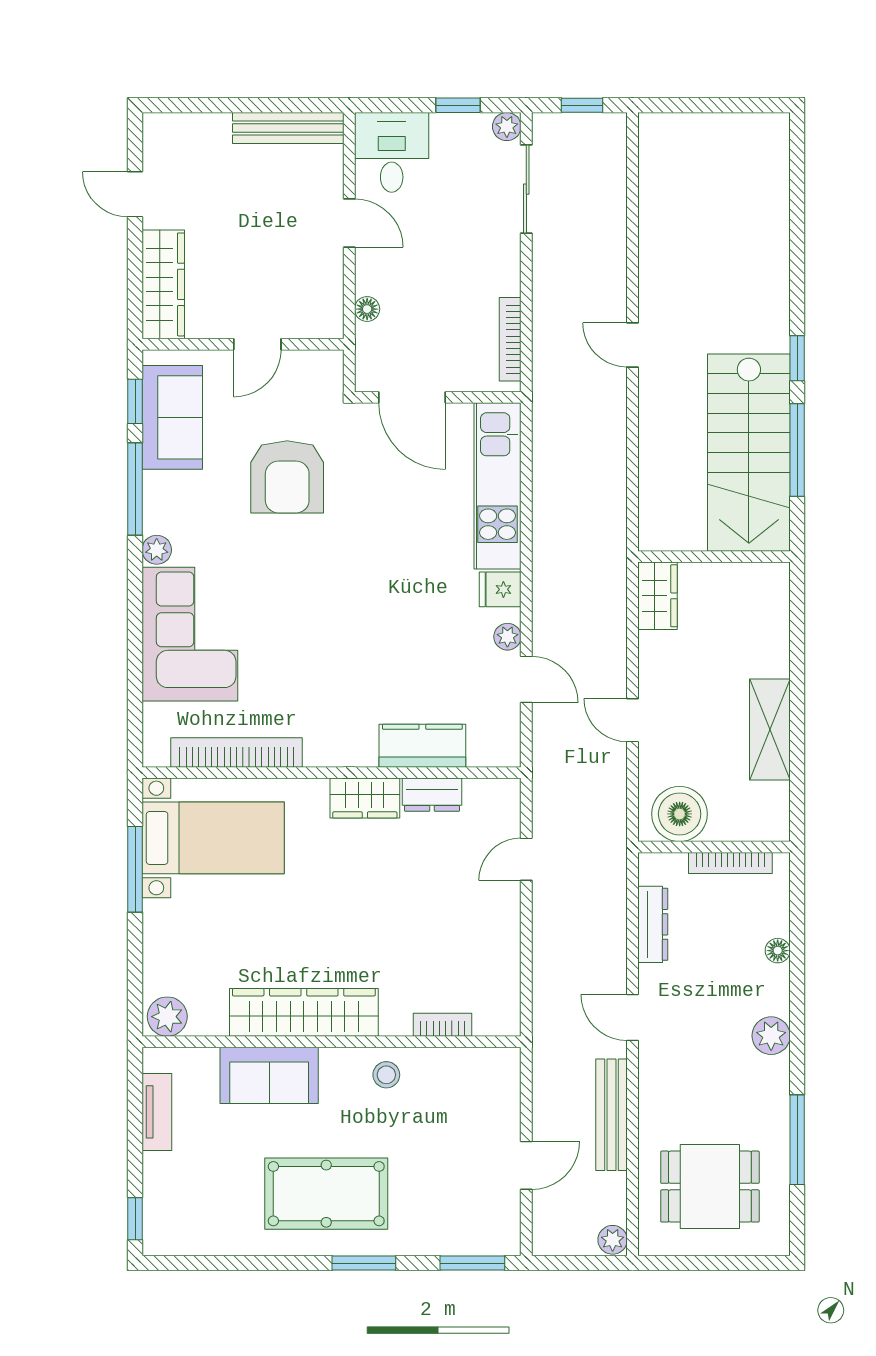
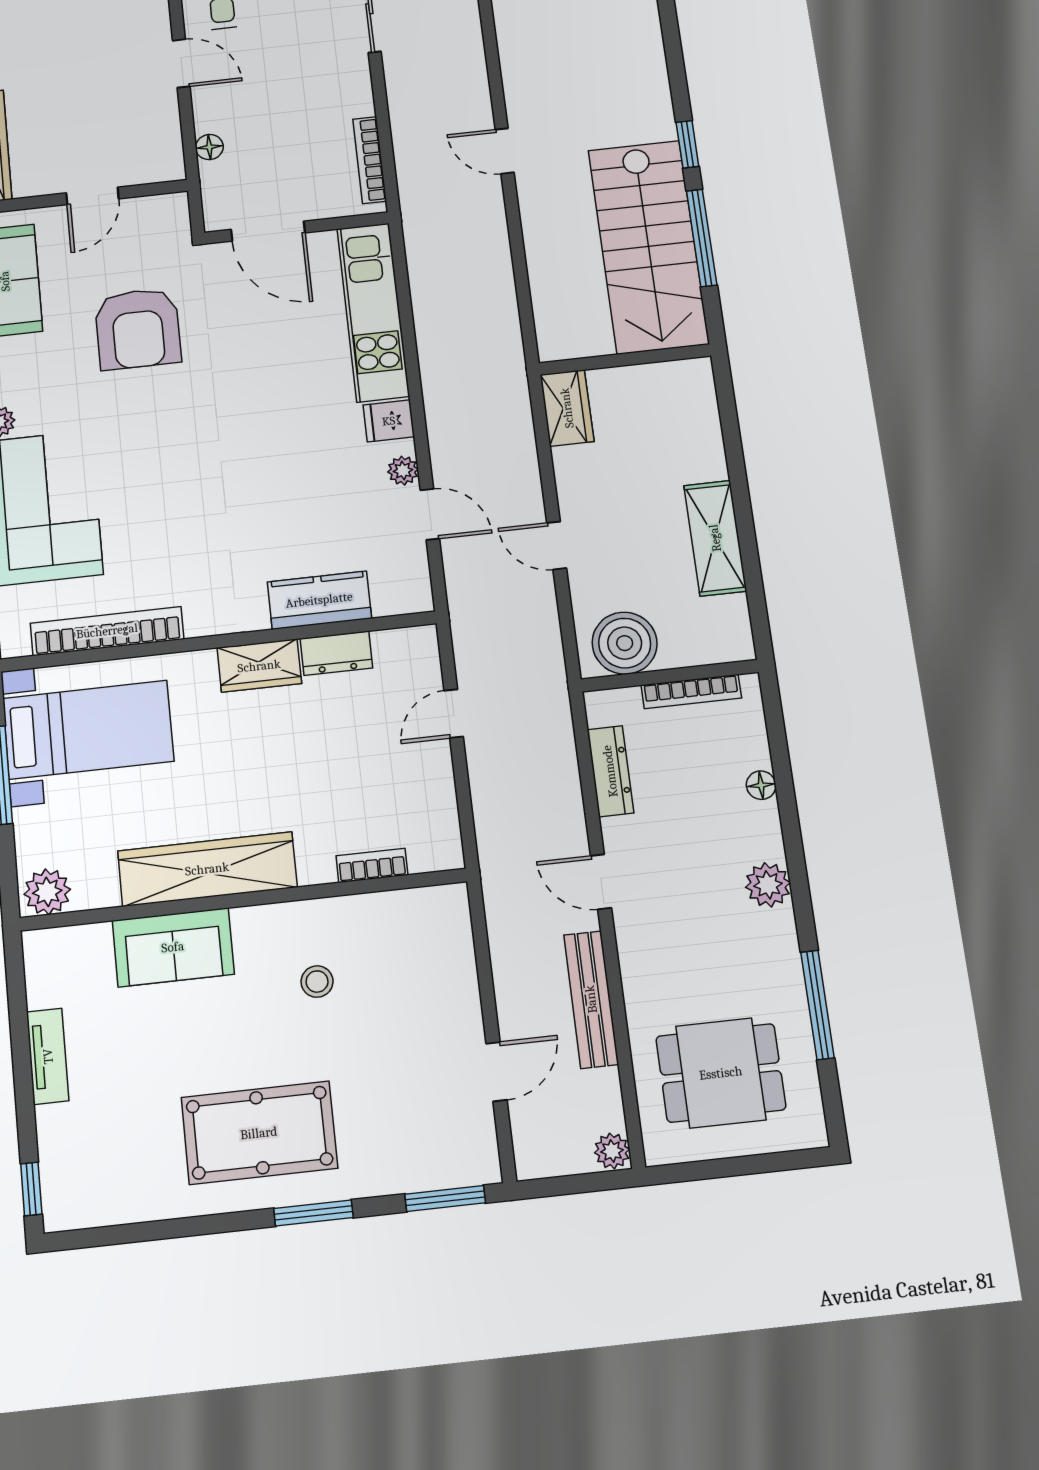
wardrobe: (304, 1012) -> (207, 869), moved
plant: (167, 1017) -> (47, 892), moved
bookcase: (443, 1025) -> (372, 865), moved
wall: (332, 1042) -> (243, 900), moved
sofa: (269, 1075) -> (173, 947), moved

